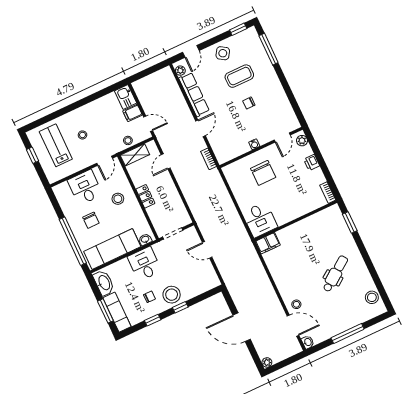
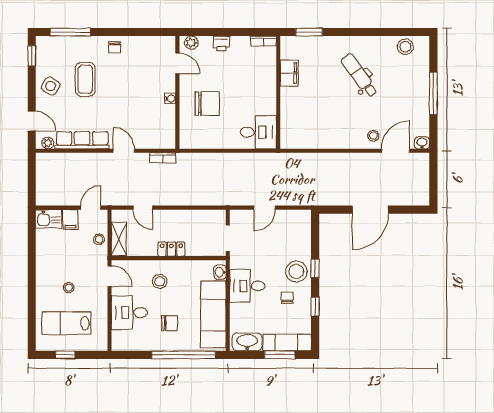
chair: (249, 103) -> (115, 47), moved
filing cabinet: (268, 243) -> (289, 73), moved
plant: (267, 362) -> (423, 200), removed

